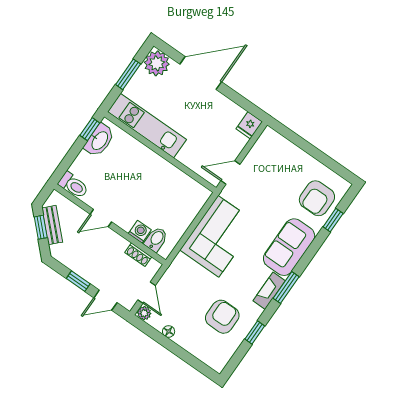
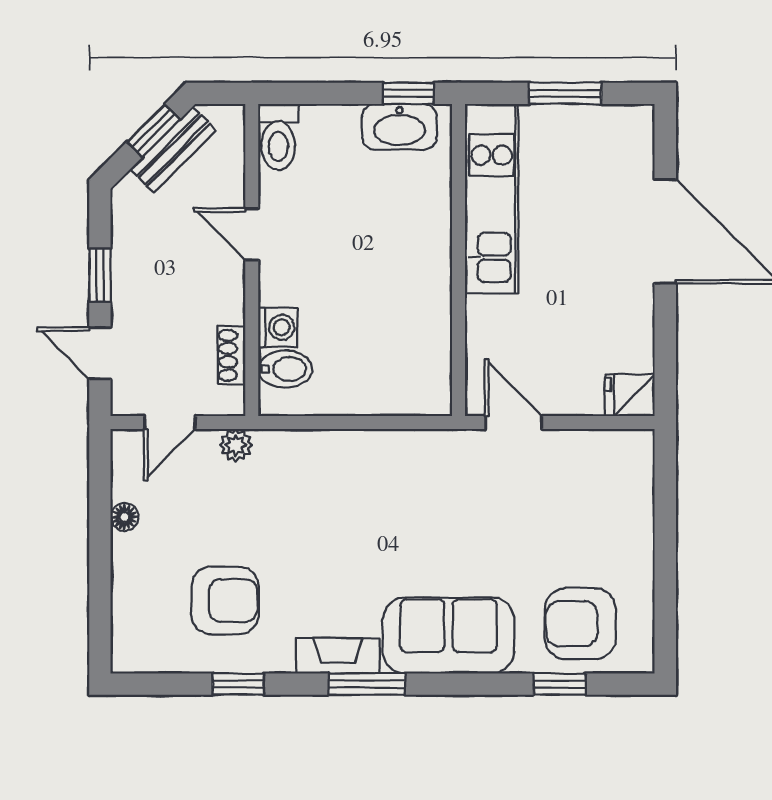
plant: (157, 63) -> (625, 134), removed
corner sofa: (218, 236) -> (375, 485), removed
plant: (144, 313) -> (236, 445), moved

